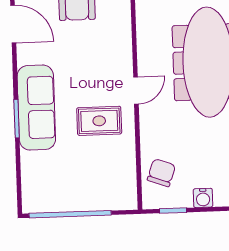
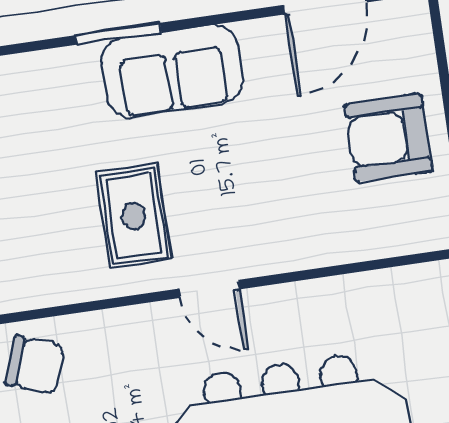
sofa: (36, 108) -> (172, 71), width x0.73

